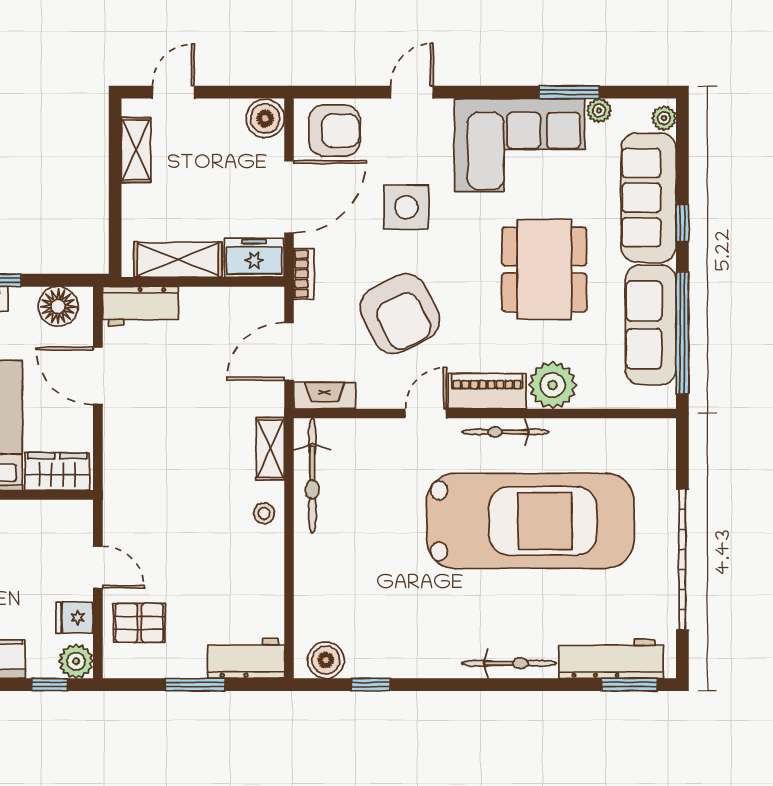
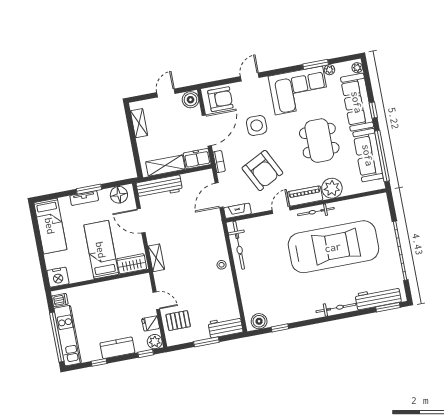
door: (173, 92) -> (166, 93), moved
workbench: (140, 306) -> (159, 187), width x1.38
shelving: (270, 449) -> (156, 258), moved

